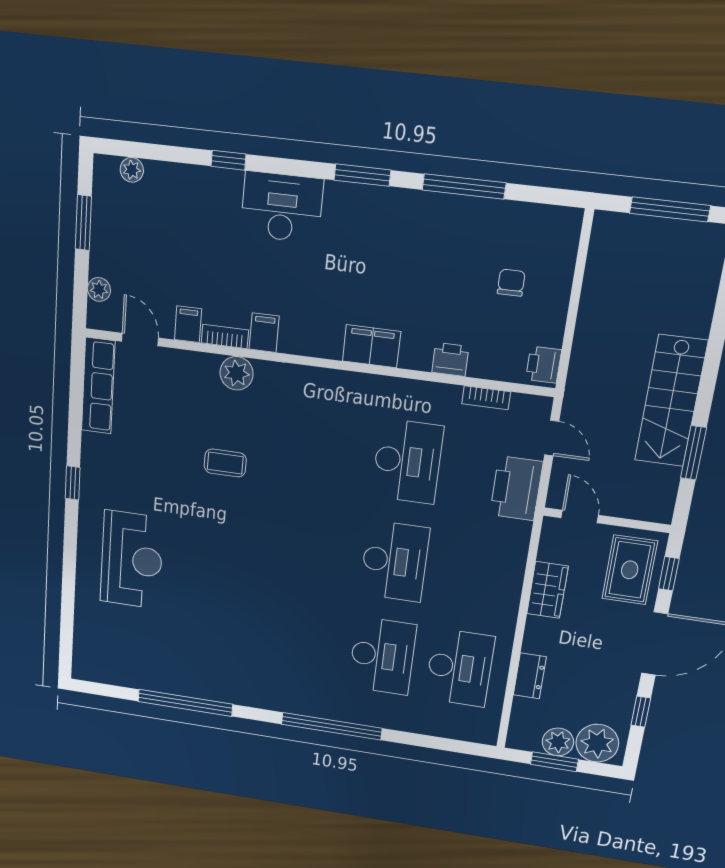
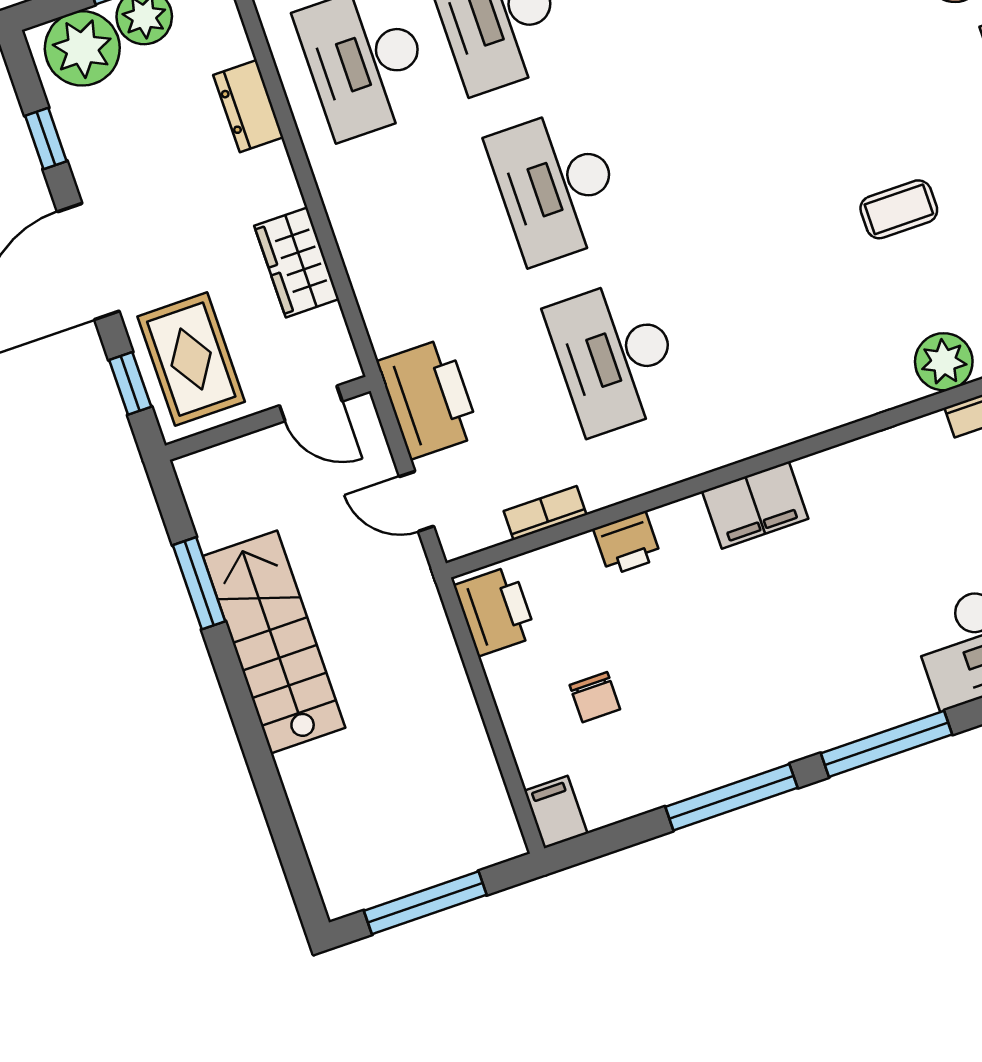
window: (362, 175) -> (887, 744), width x1.44
filing cabinet: (264, 333) -> (556, 812), moved, turned 180
printer: (544, 365) -> (495, 611), width x1.36, depth x1.24

